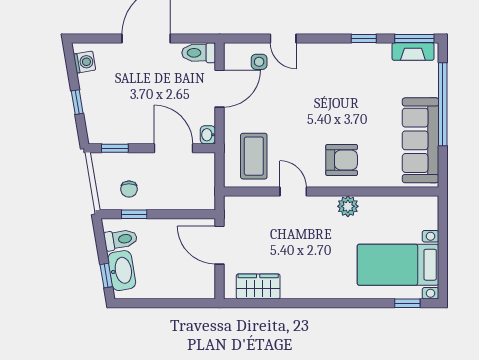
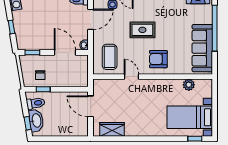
rug: (313, 108) -> (142, 30), added
armchair: (342, 160) -> (158, 59), turned 180
plant: (348, 206) -> (189, 85), moved

